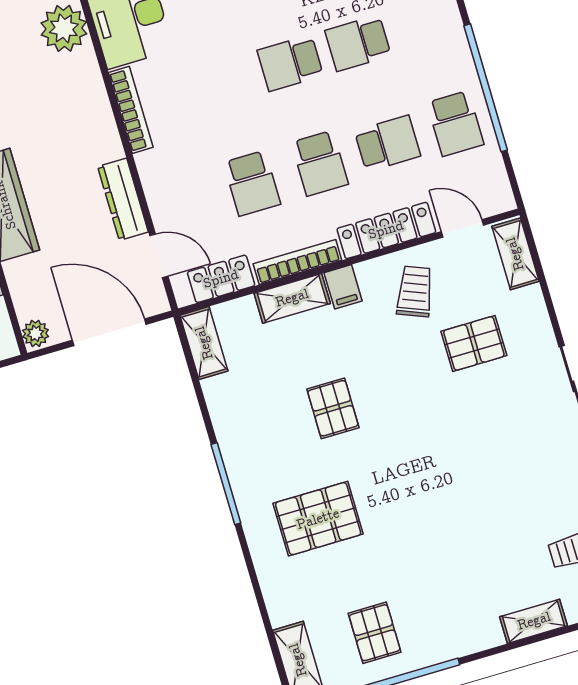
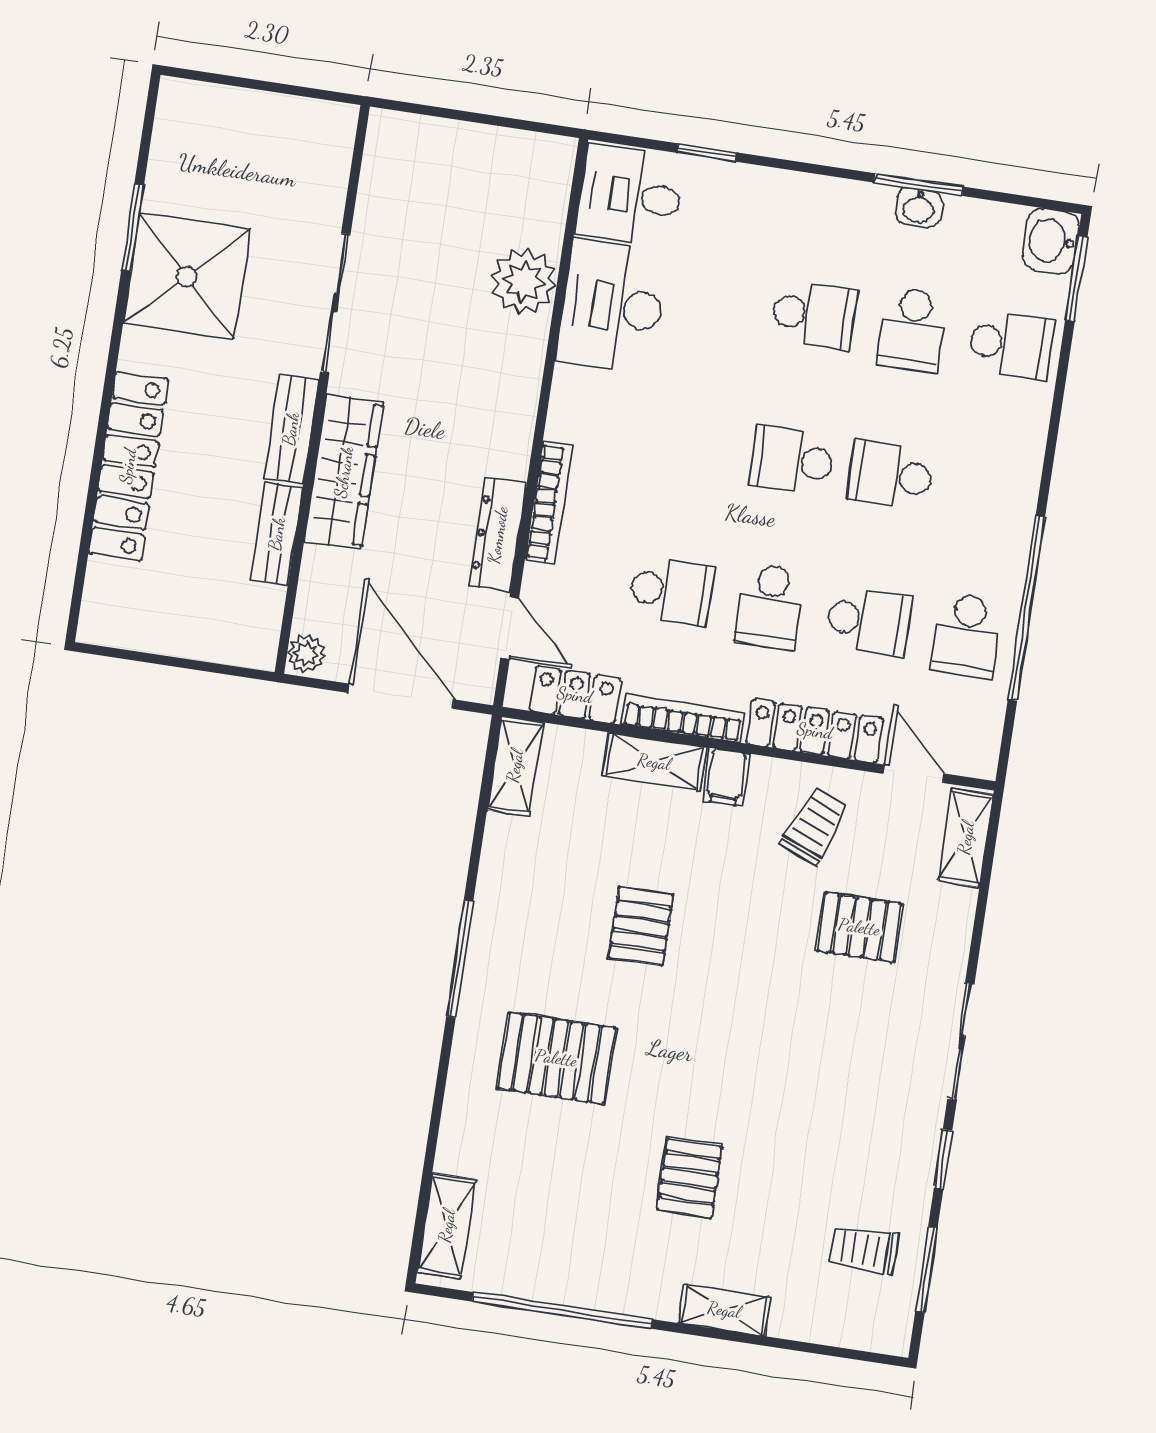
bookcase: (131, 110) -> (549, 503), moved
school desk: (252, 183) -> (672, 591), turned -90
shelving: (534, 621) -> (724, 1310), moved
pallet: (375, 633) -> (689, 1178), moved

